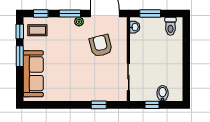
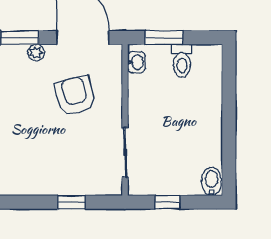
toilet: (170, 26) -> (182, 61), moved
bidet: (163, 93) -> (212, 181), moved

